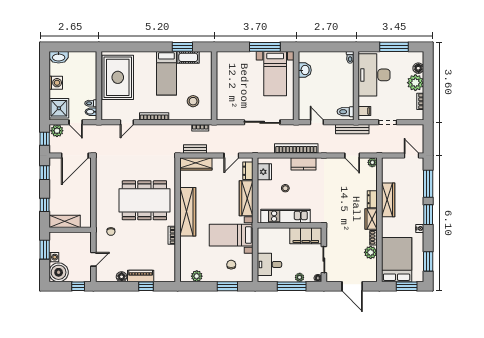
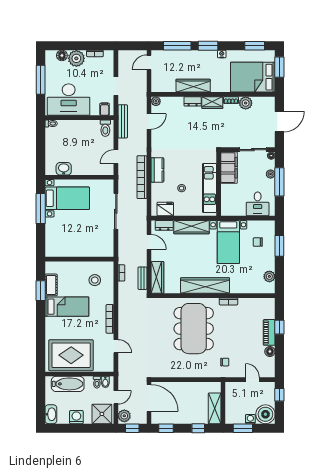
bathtub: (89, 74) -> (68, 384), added

